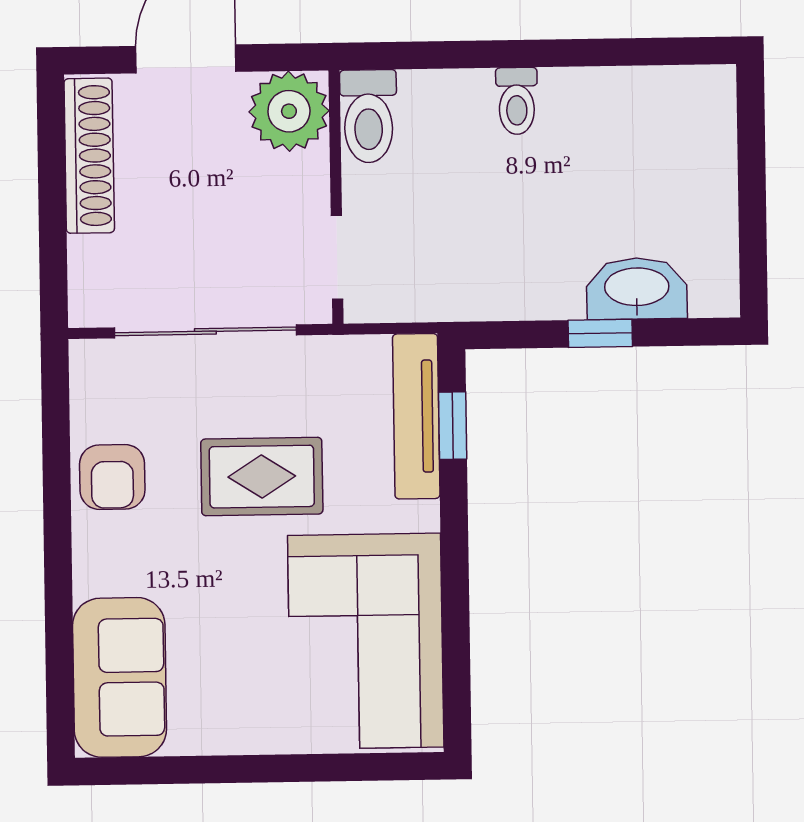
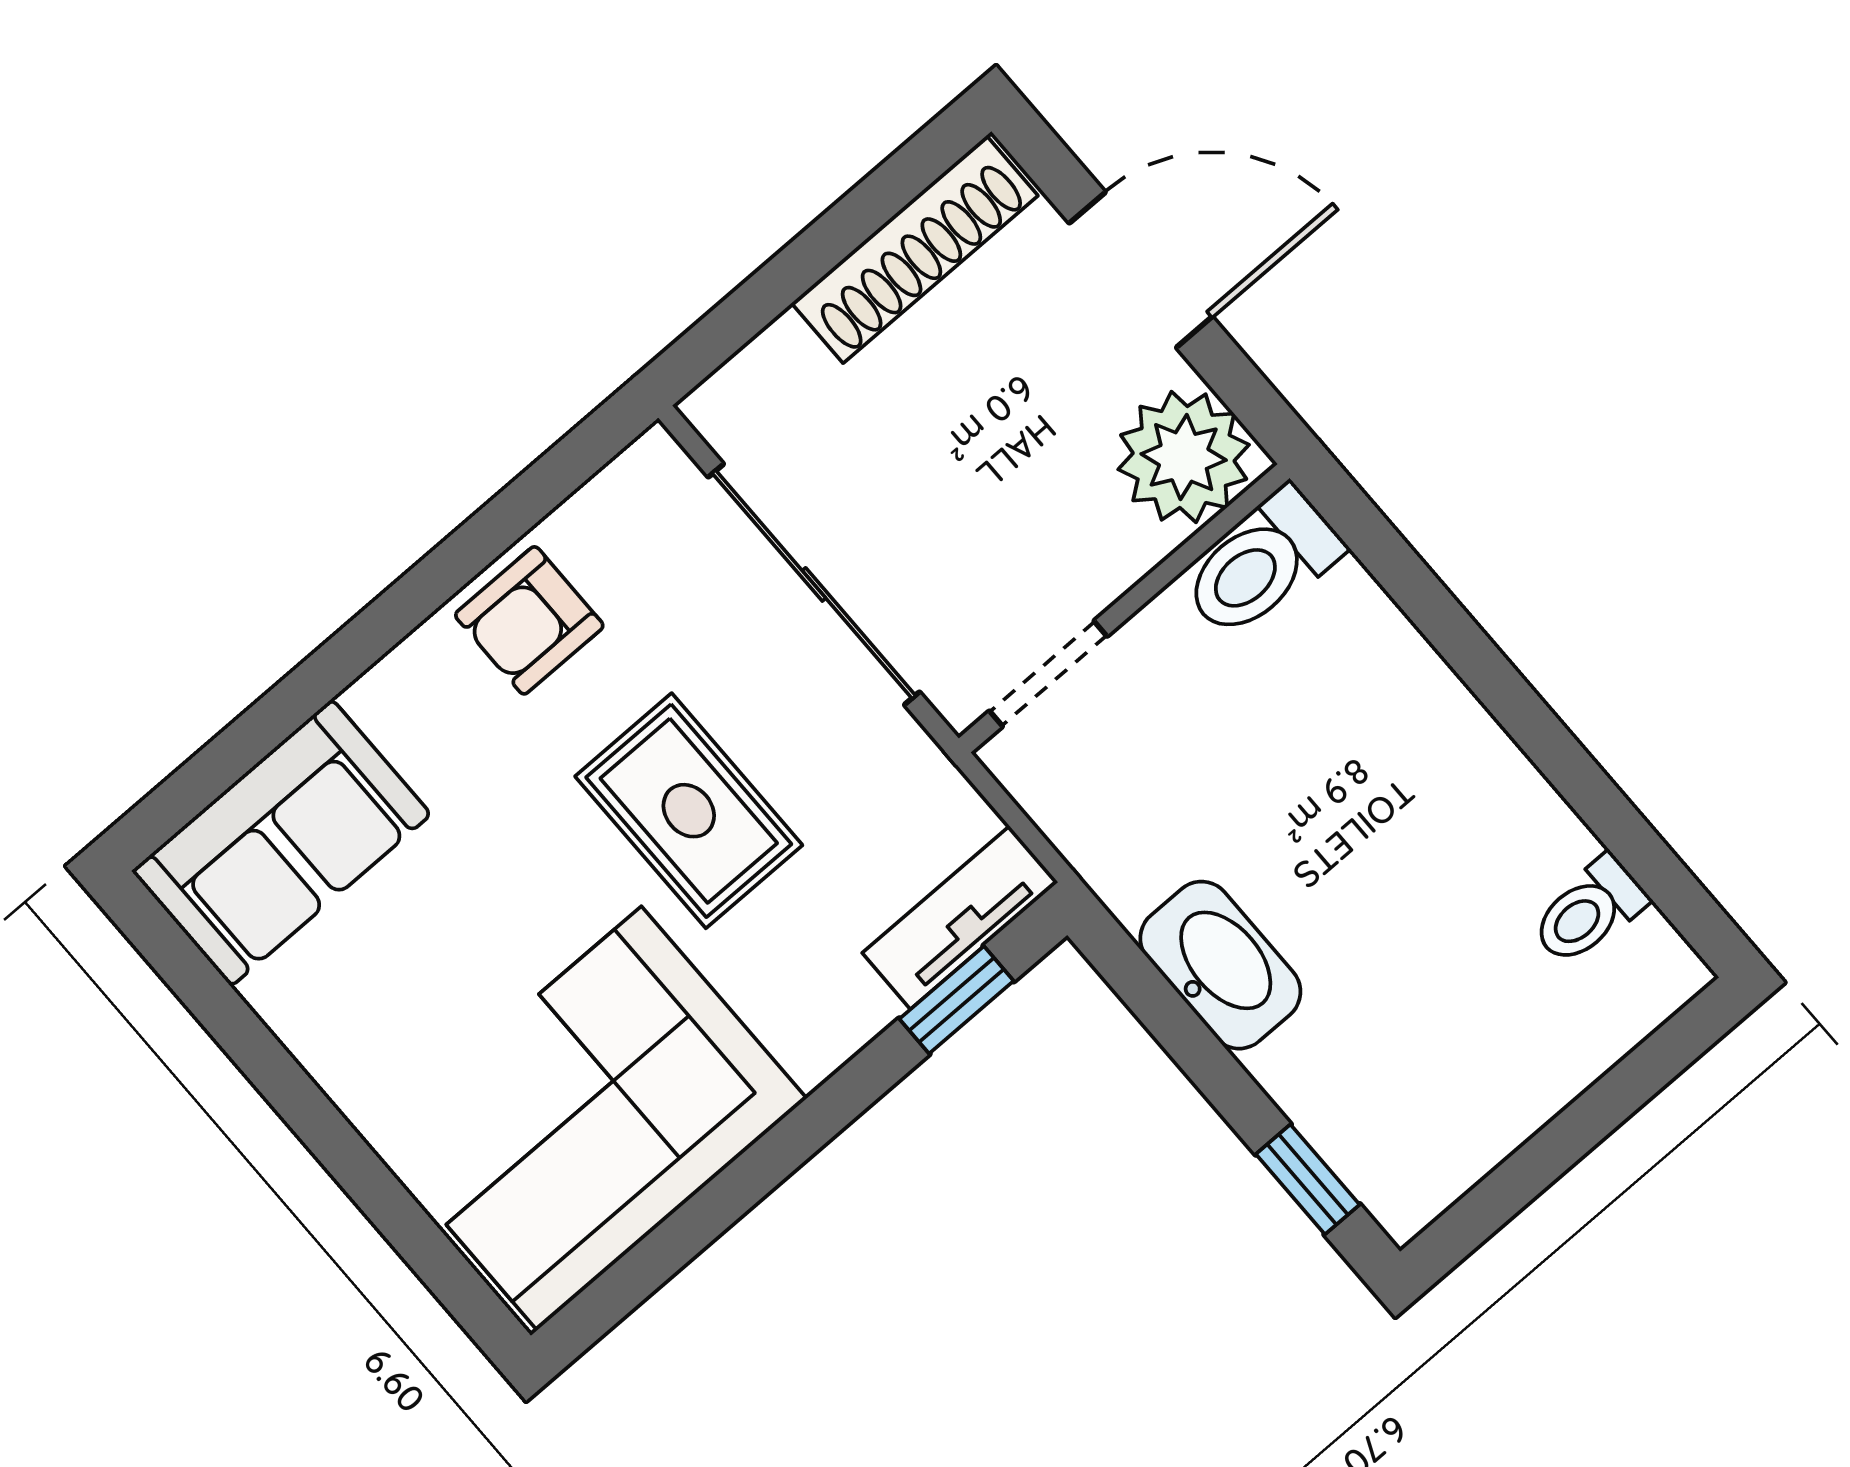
toilet: (517, 101) -> (1589, 911), moved
washbasin: (637, 289) -> (1220, 965), moved
window: (600, 333) -> (1308, 1179), moved
tv unit: (416, 416) -> (960, 918), width x0.71

